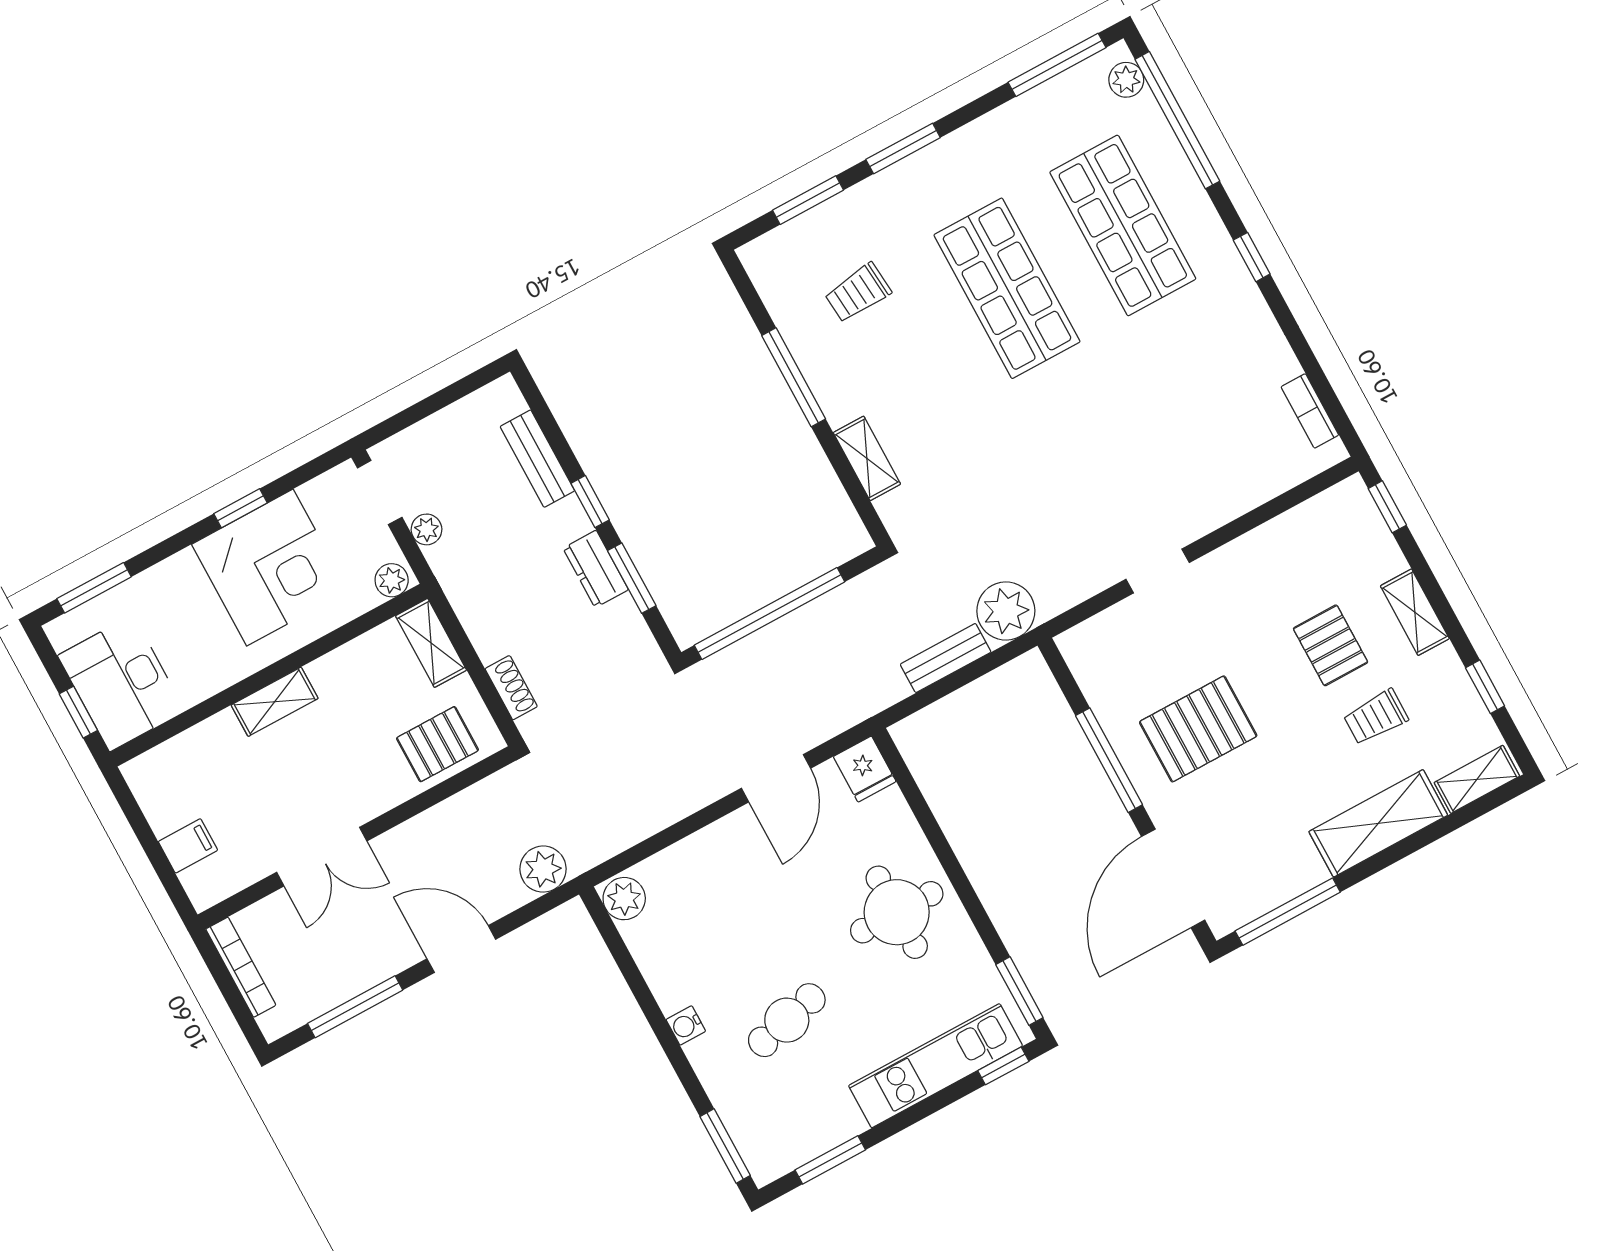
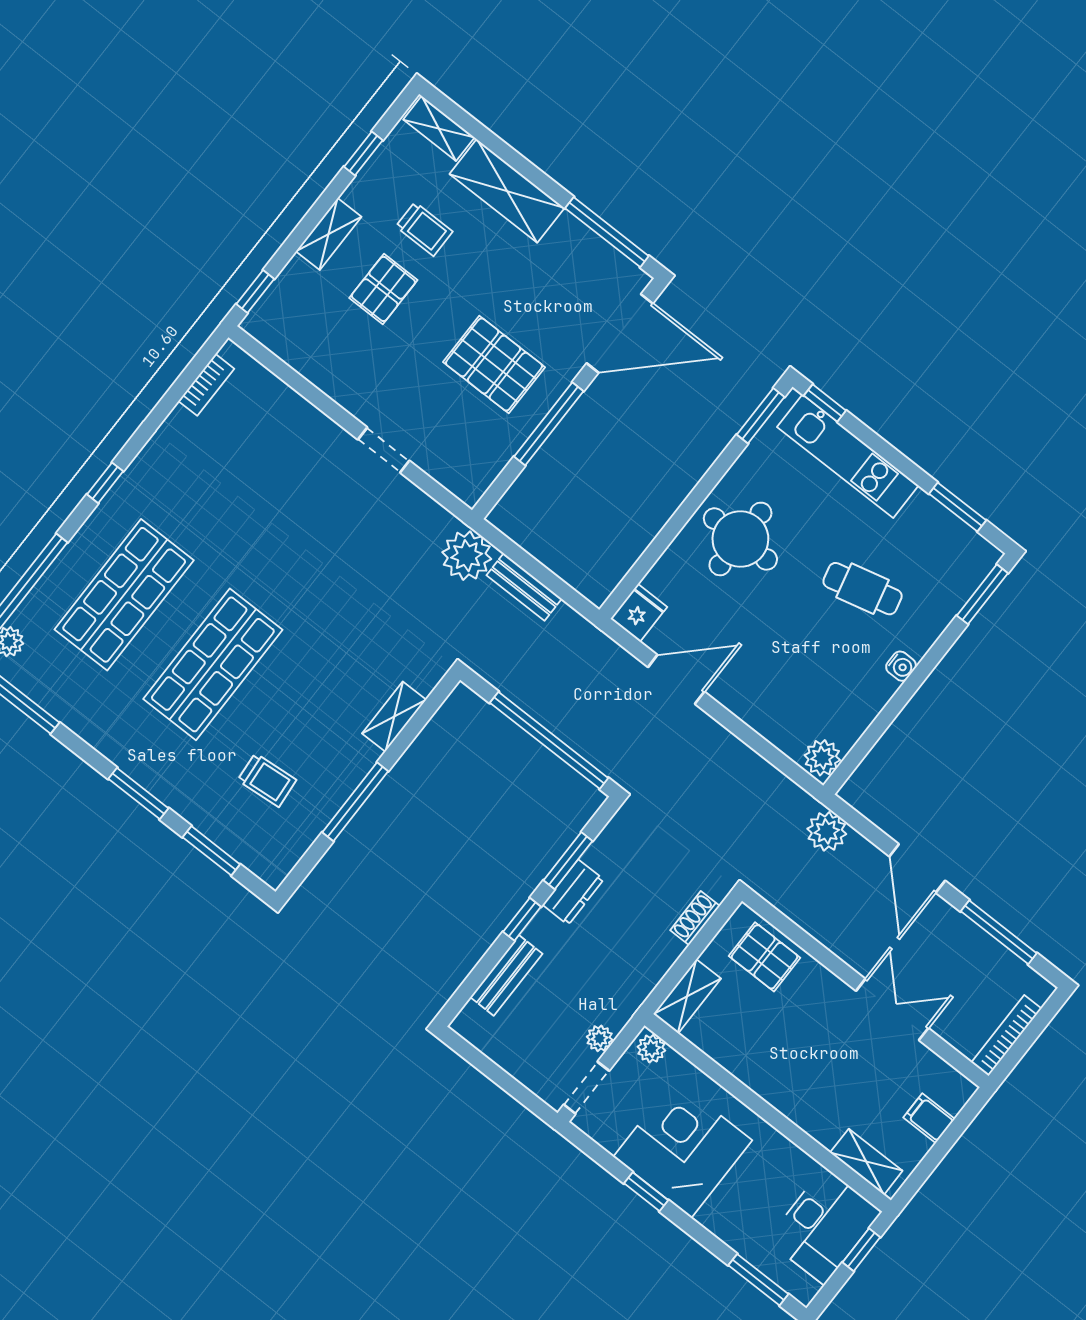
shelving: (275, 702) -> (866, 1162), moved

